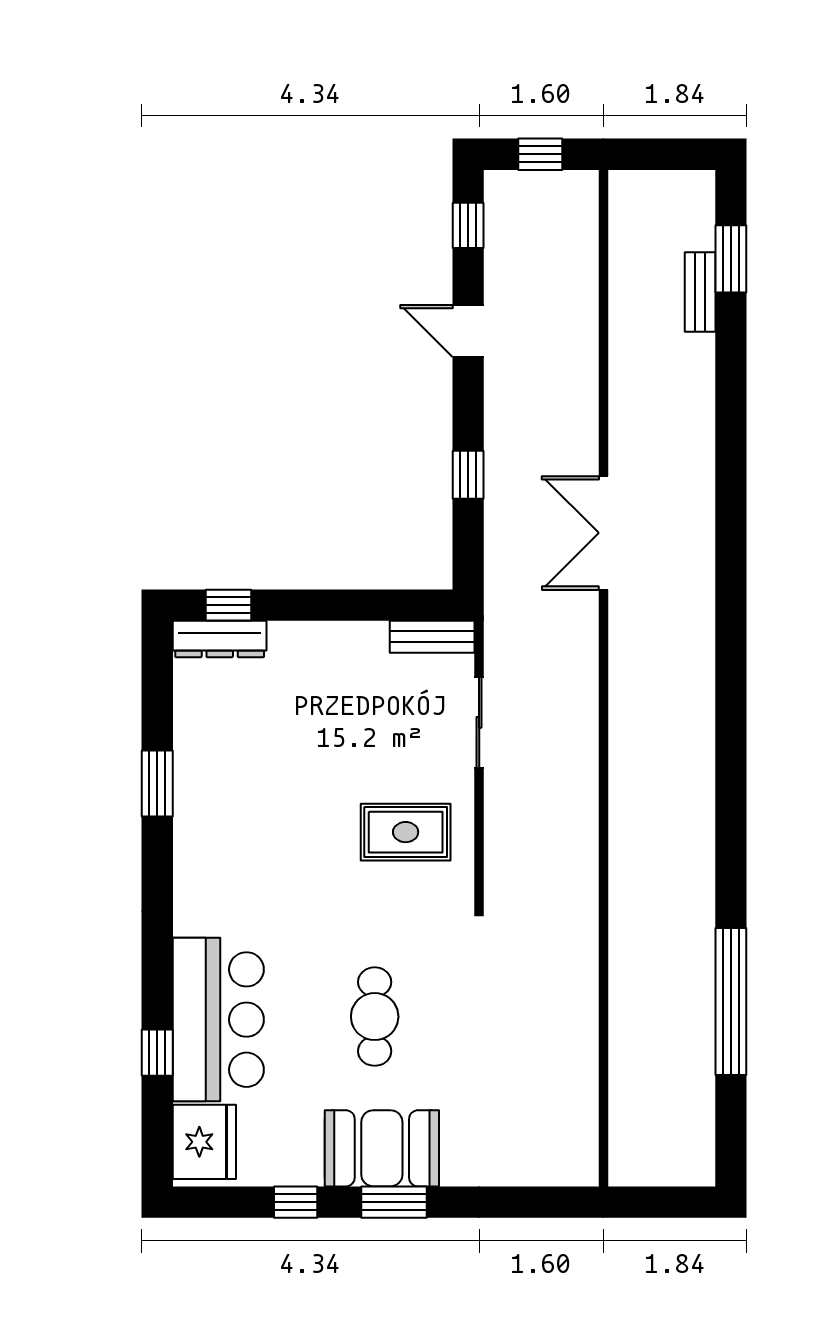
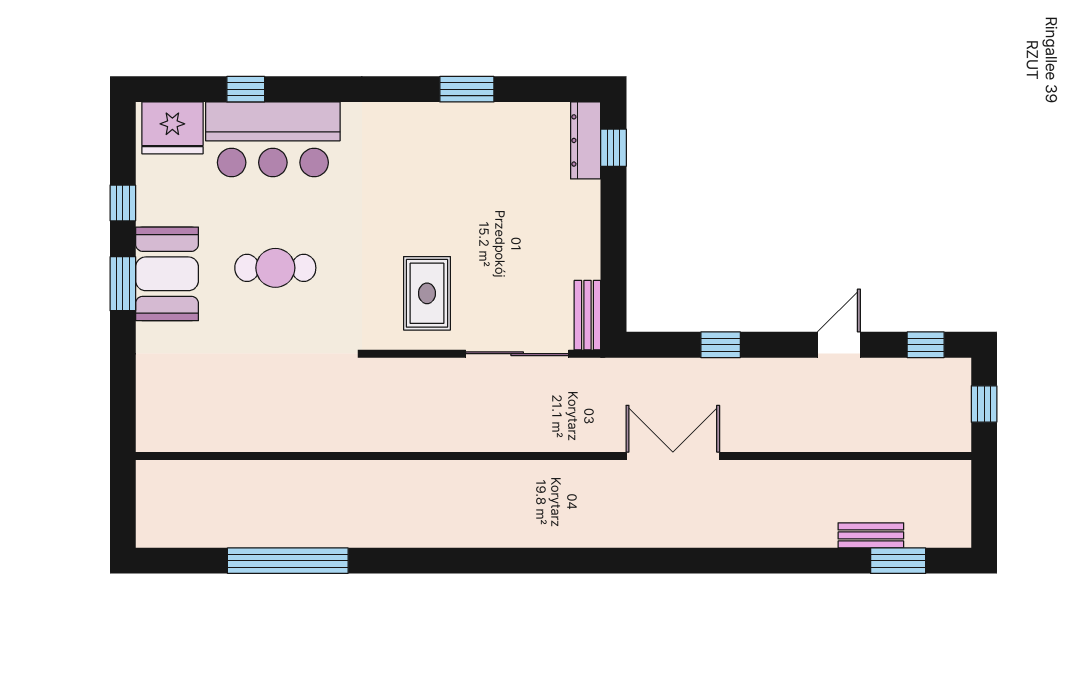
sliding door: (479, 722) -> (517, 354), width x1.37

